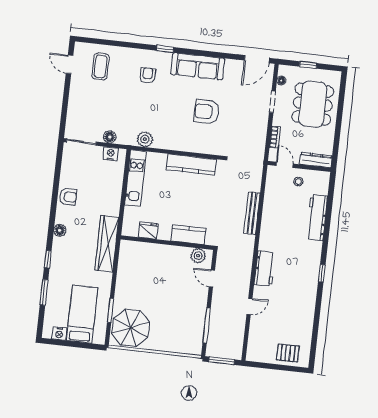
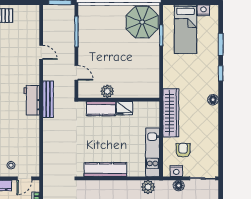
door: (285, 165) -> (24, 178), hinge flipped
armchair: (68, 197) -> (183, 150), moved, turned 90
bench: (252, 213) -> (48, 99), moved
fridge: (148, 231) -> (125, 108), moved
wardrobe: (107, 244) -> (171, 113), moved
plant: (198, 256) -> (107, 91), moved
workbench: (265, 269) -> (32, 100), moved
door: (249, 306) -> (41, 52), swing flipped

